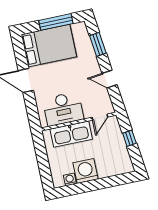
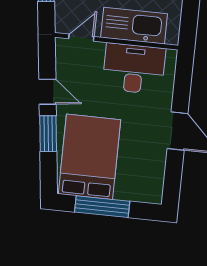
window: (98, 44) -> (48, 134), moved
bed: (49, 46) -> (89, 157), moved, turned 90

